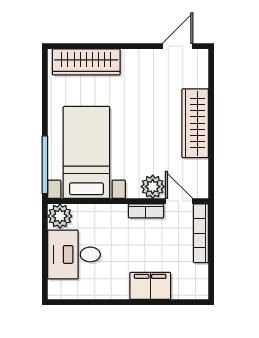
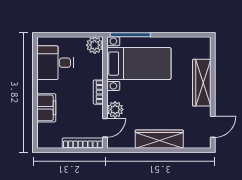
door: (178, 46) -> (213, 127), hinge flipped
wardrobe: (86, 62) -> (202, 83), moved
bookcase: (146, 211) -> (98, 92), moved
desk: (74, 254) -> (55, 63), moved, turned -90

